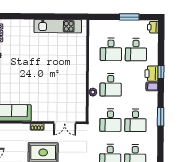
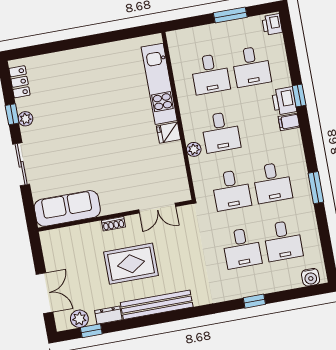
kitchen unit: (58, 26) -> (159, 84), moved, turned 90
fridge: (80, 79) -> (169, 133), added
window: (161, 117) -> (316, 188), moved

